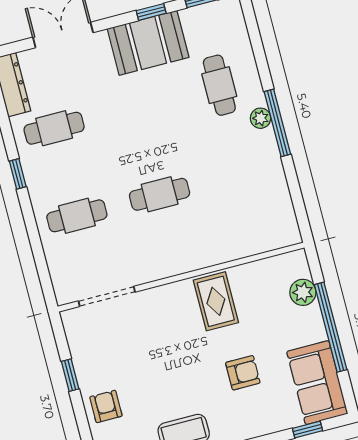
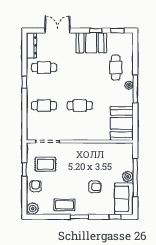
booth: (267, 210) -> (122, 123), added
plant: (303, 292) -> (128, 176), moved
rug: (216, 301) -> (45, 164), moved, turned 90

